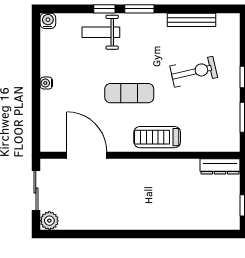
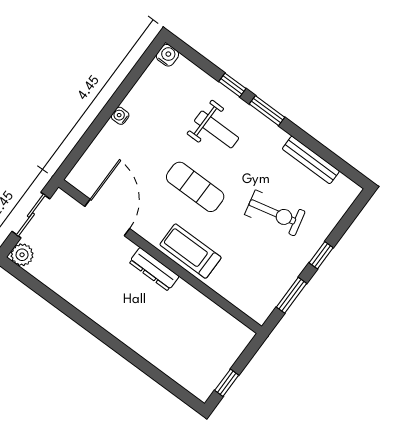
weight bench: (101, 32) -> (217, 129), moved, turned 180
dresser: (220, 166) -> (154, 269), moved

